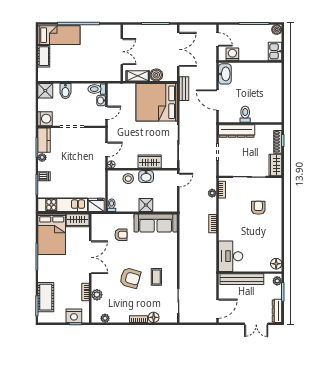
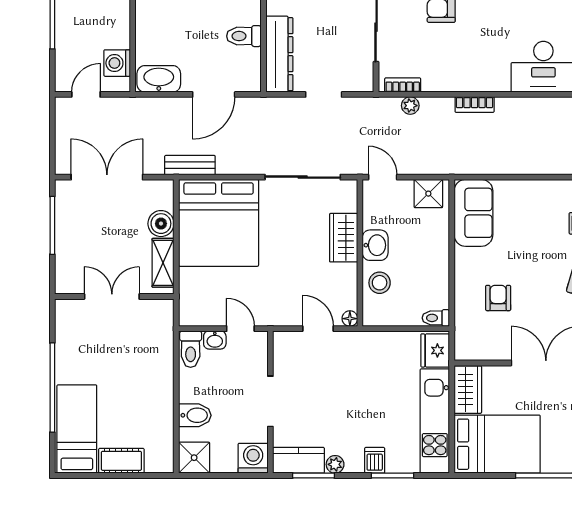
shower: (146, 205) -> (428, 194), moved
sofa: (156, 223) -> (473, 213), width x0.73

